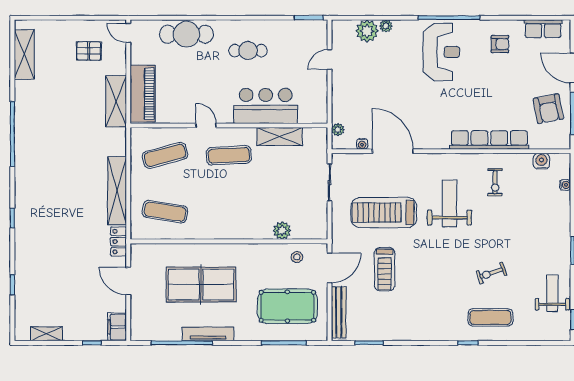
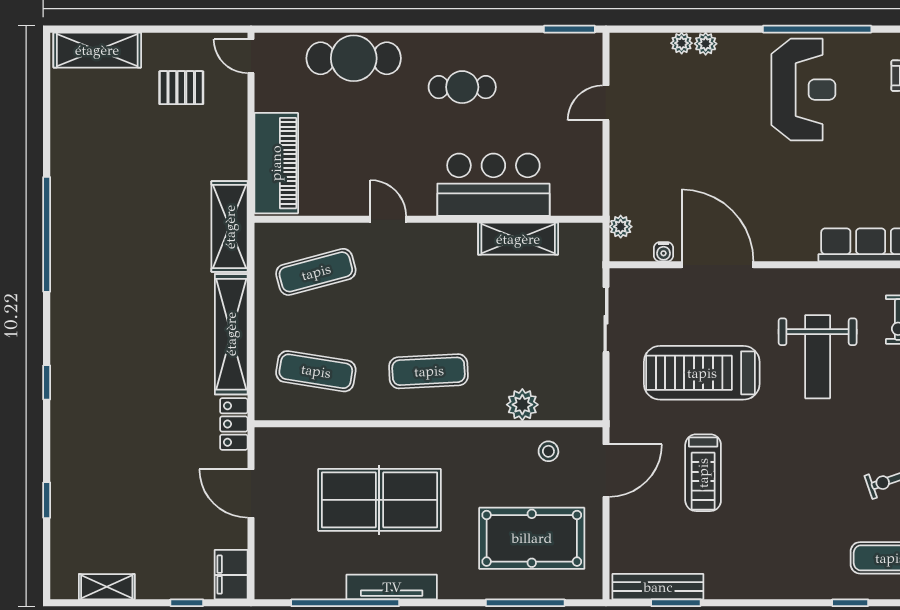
plant: (367, 31) -> (682, 43), width x0.53, depth x0.53
shelving: (24, 54) -> (97, 50), moved, turned 90
shelving: (116, 101) -> (230, 227), moved
exercise mat: (229, 155) -> (429, 371), moved
weight bench: (449, 203) -> (818, 357), turned 180
bench: (339, 312) -> (658, 587), moved, turned 90

